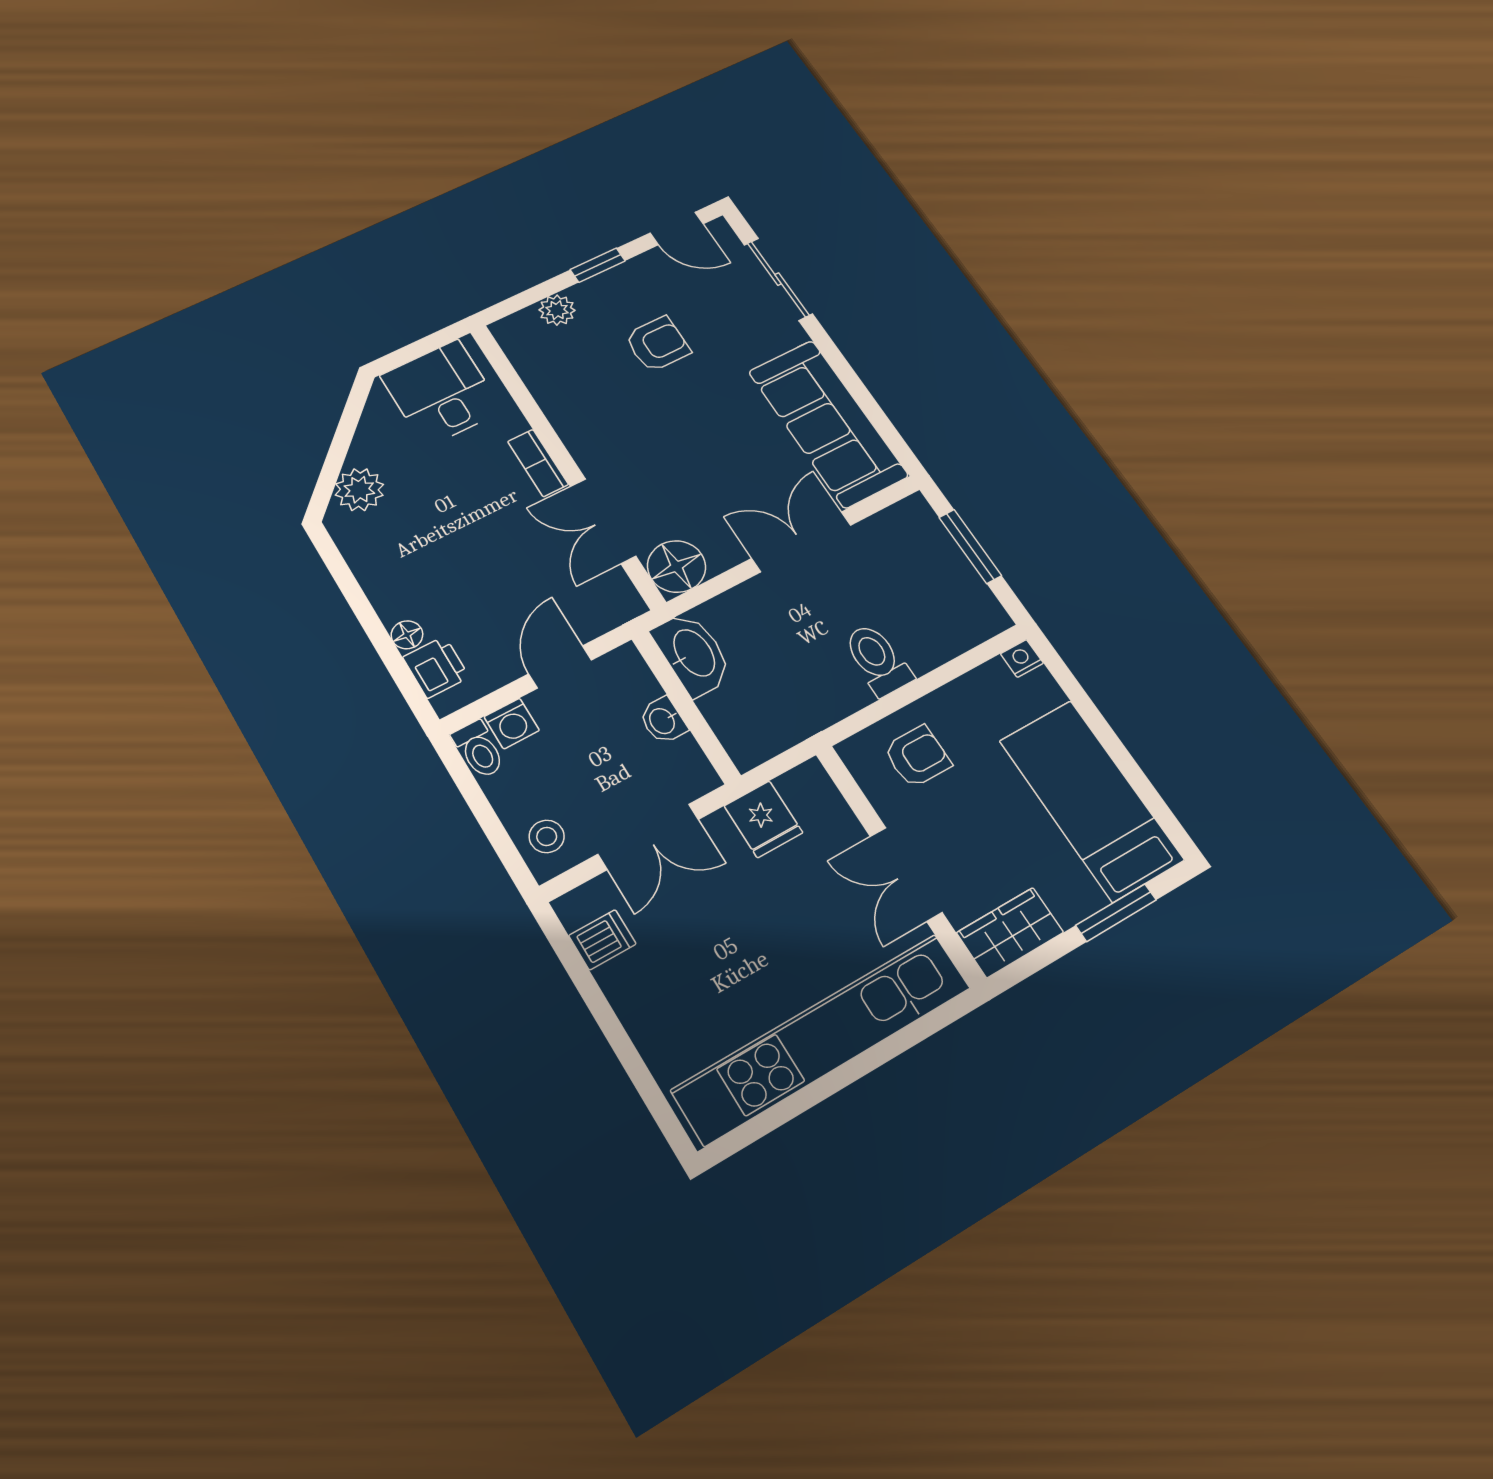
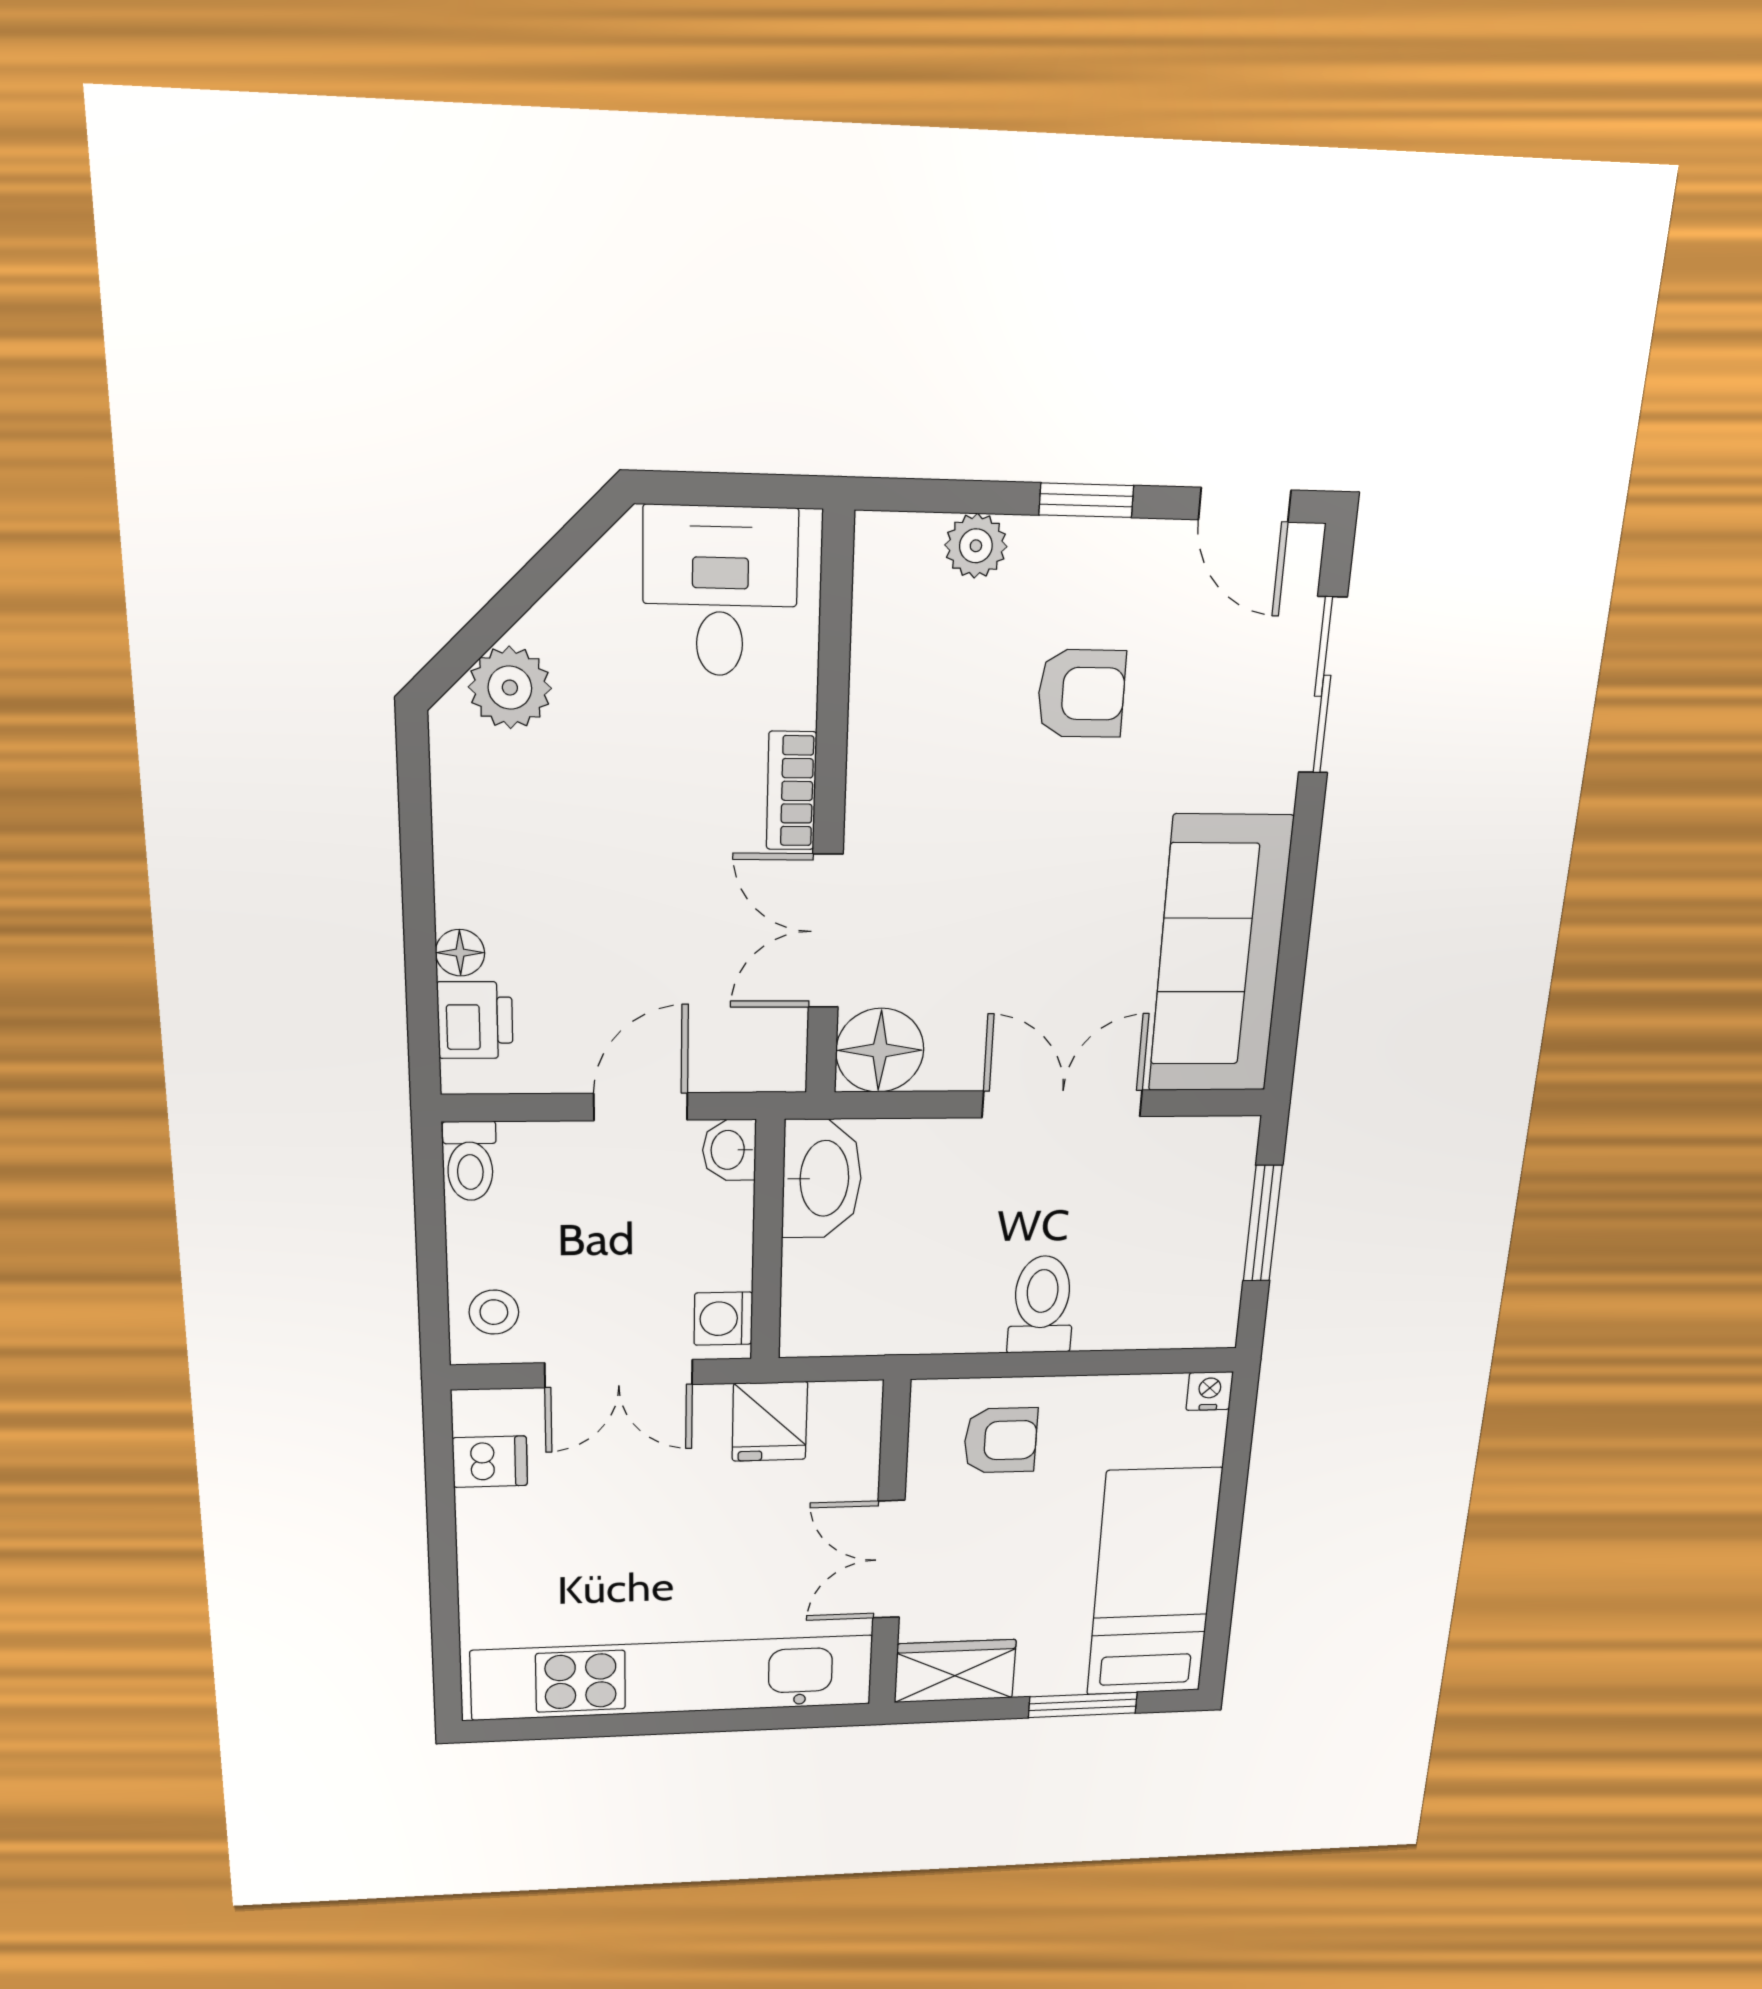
washbasin: (663, 721) -> (729, 1150), moved
washing machine: (512, 724) -> (723, 1319), moved, turned 90

